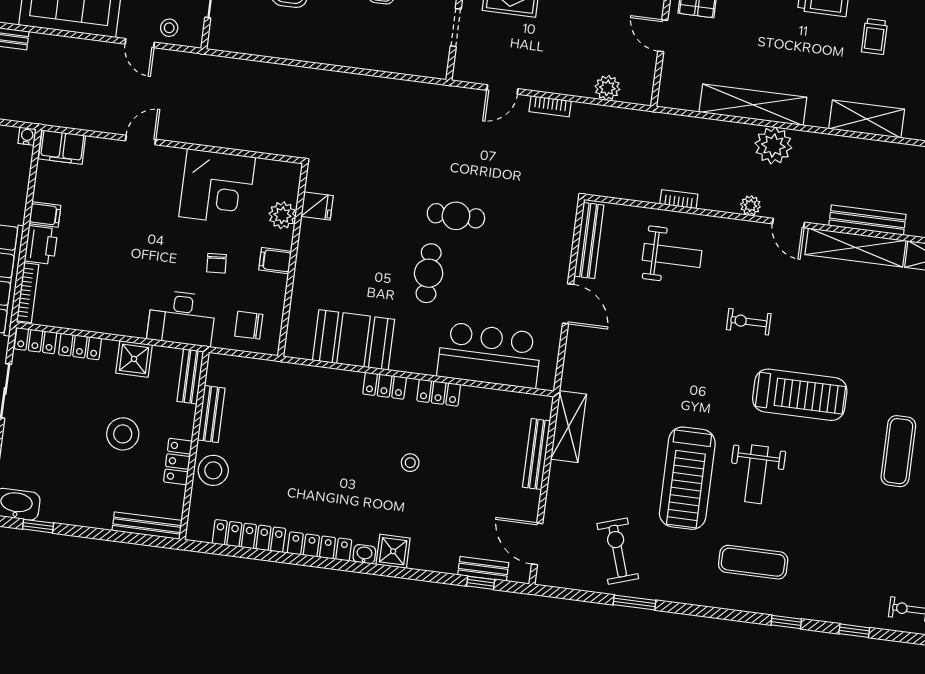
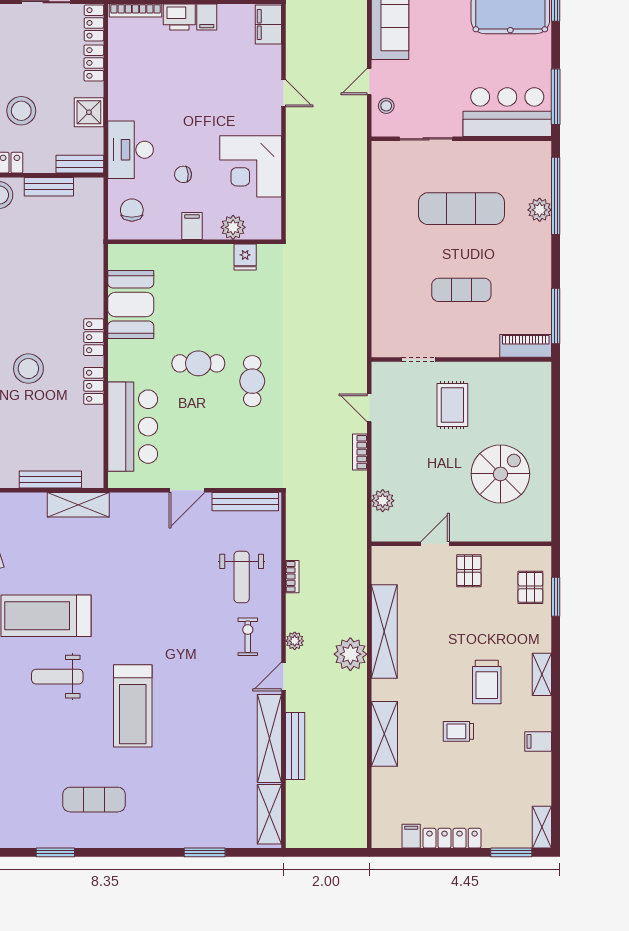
exercise bike: (749, 322) -> (248, 637), moved
stool: (410, 463) -> (28, 369), width x1.89, depth x1.89

